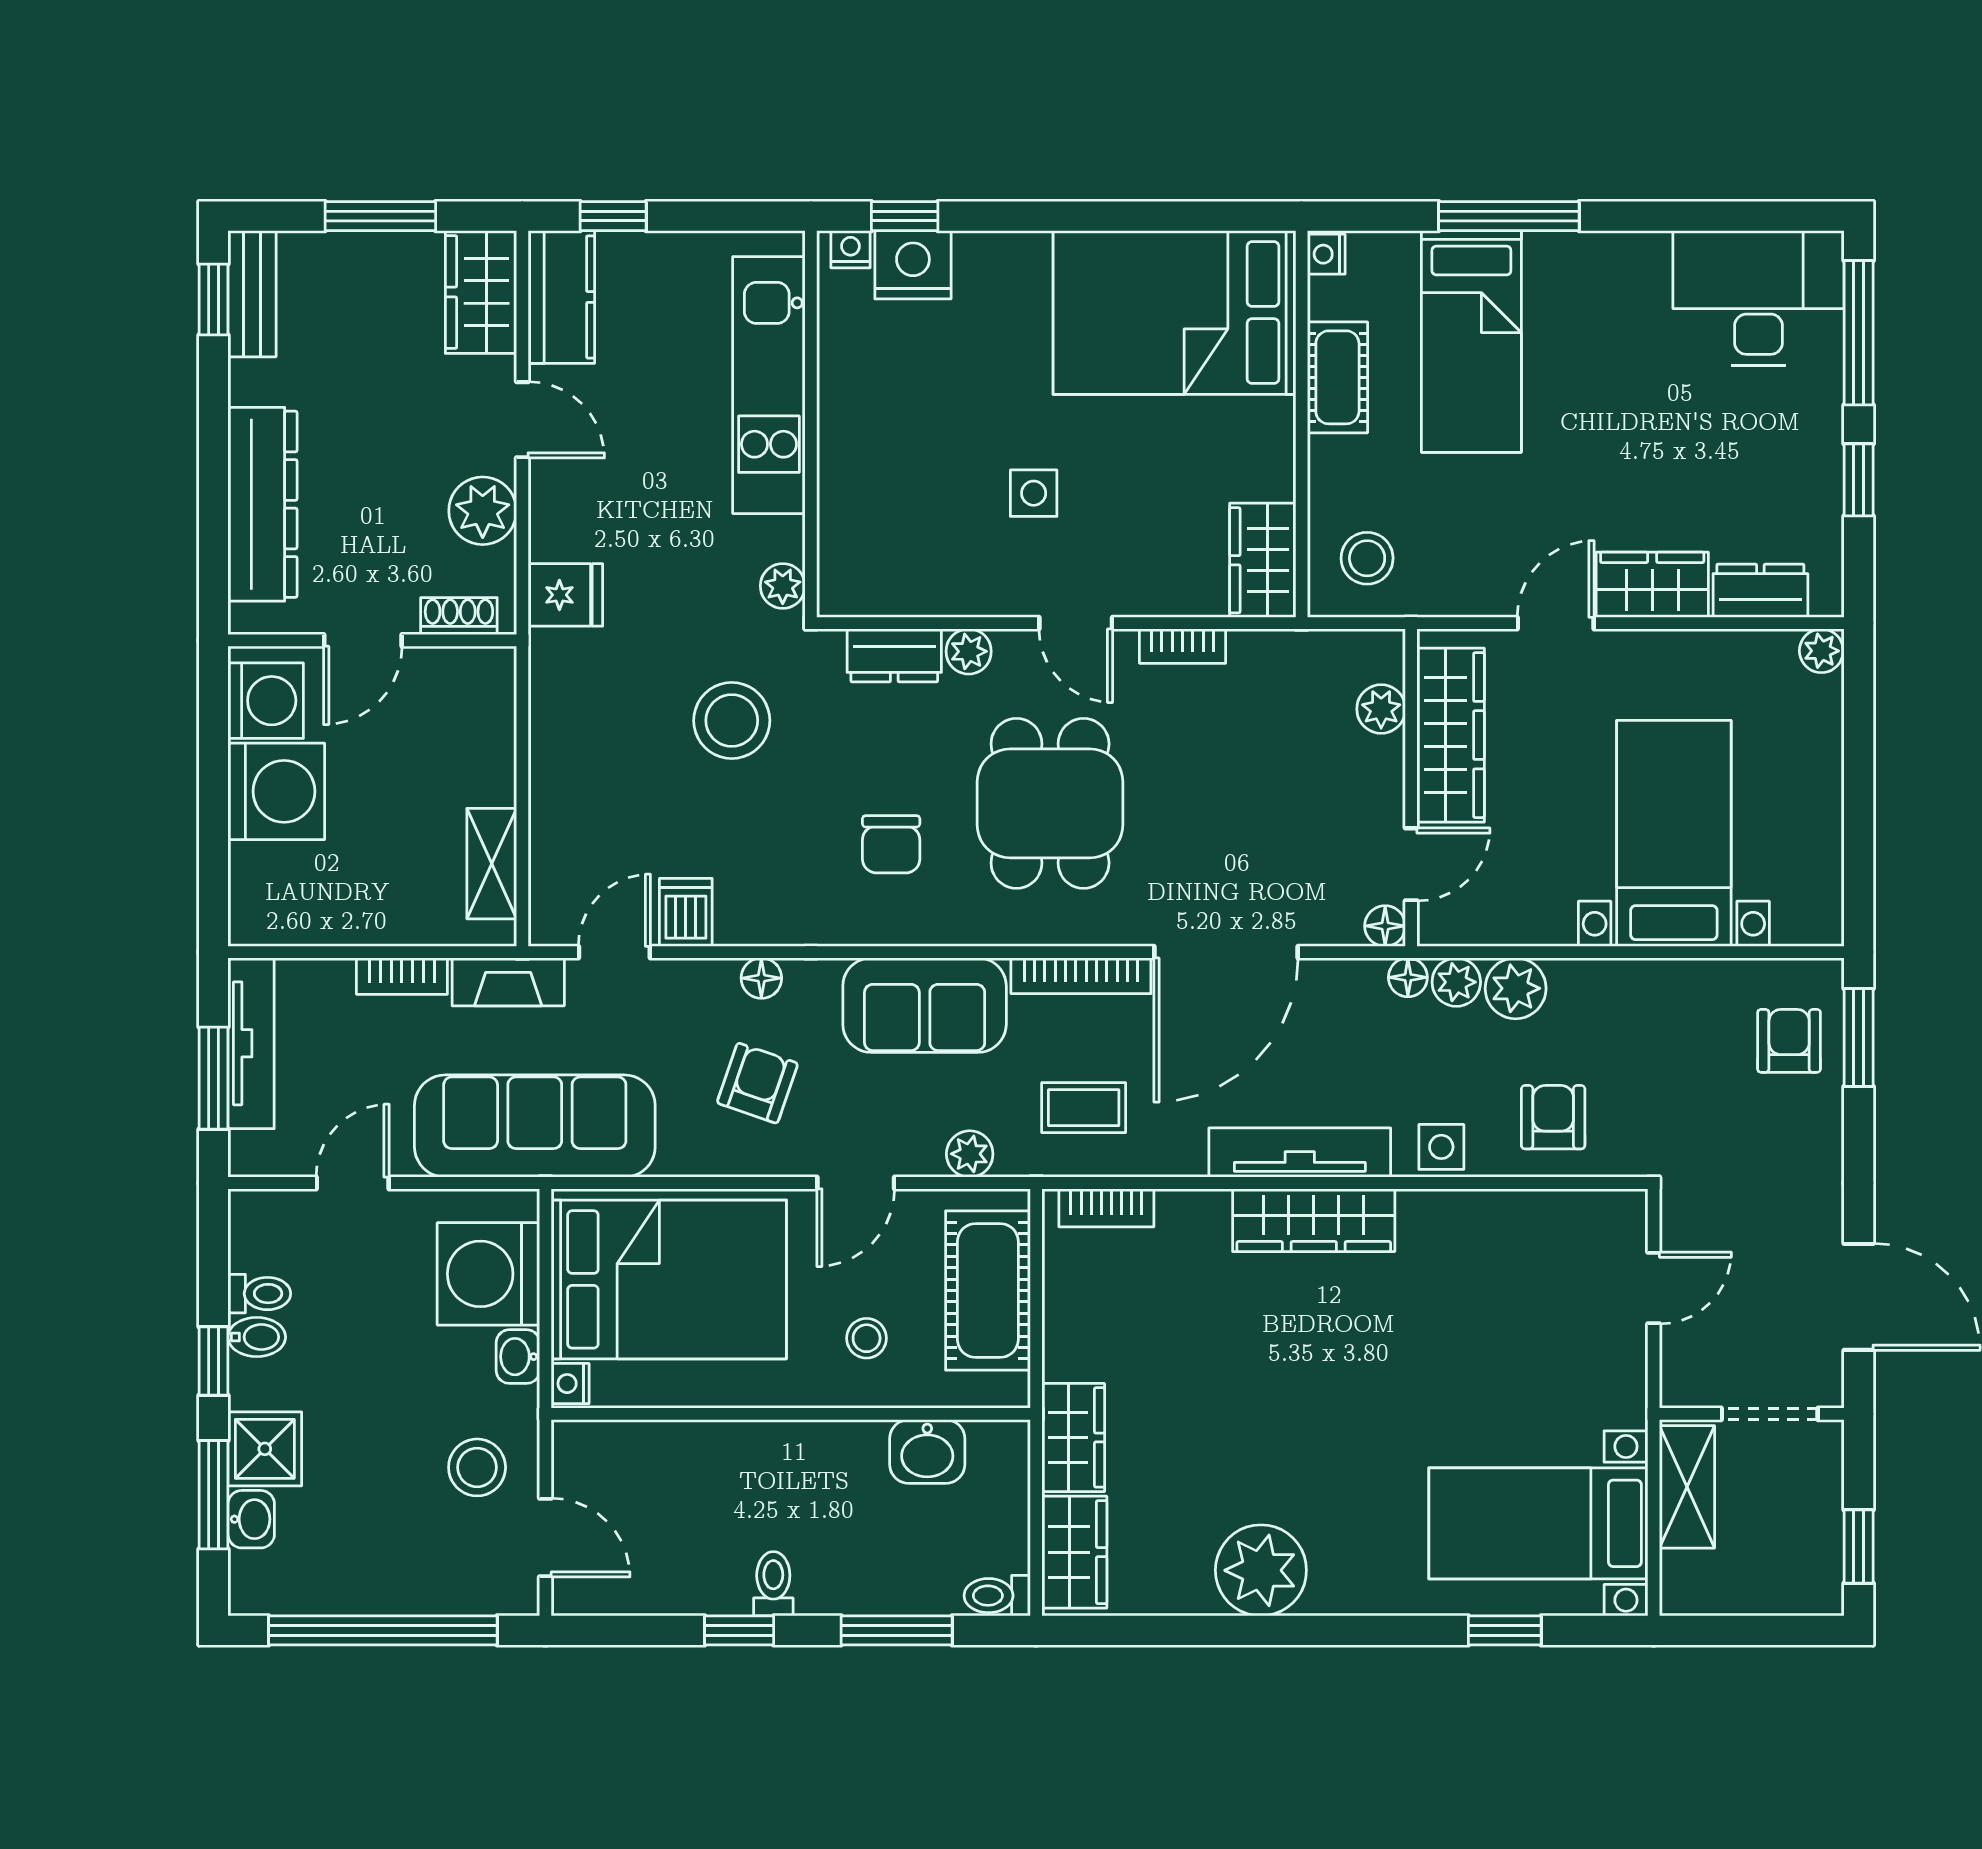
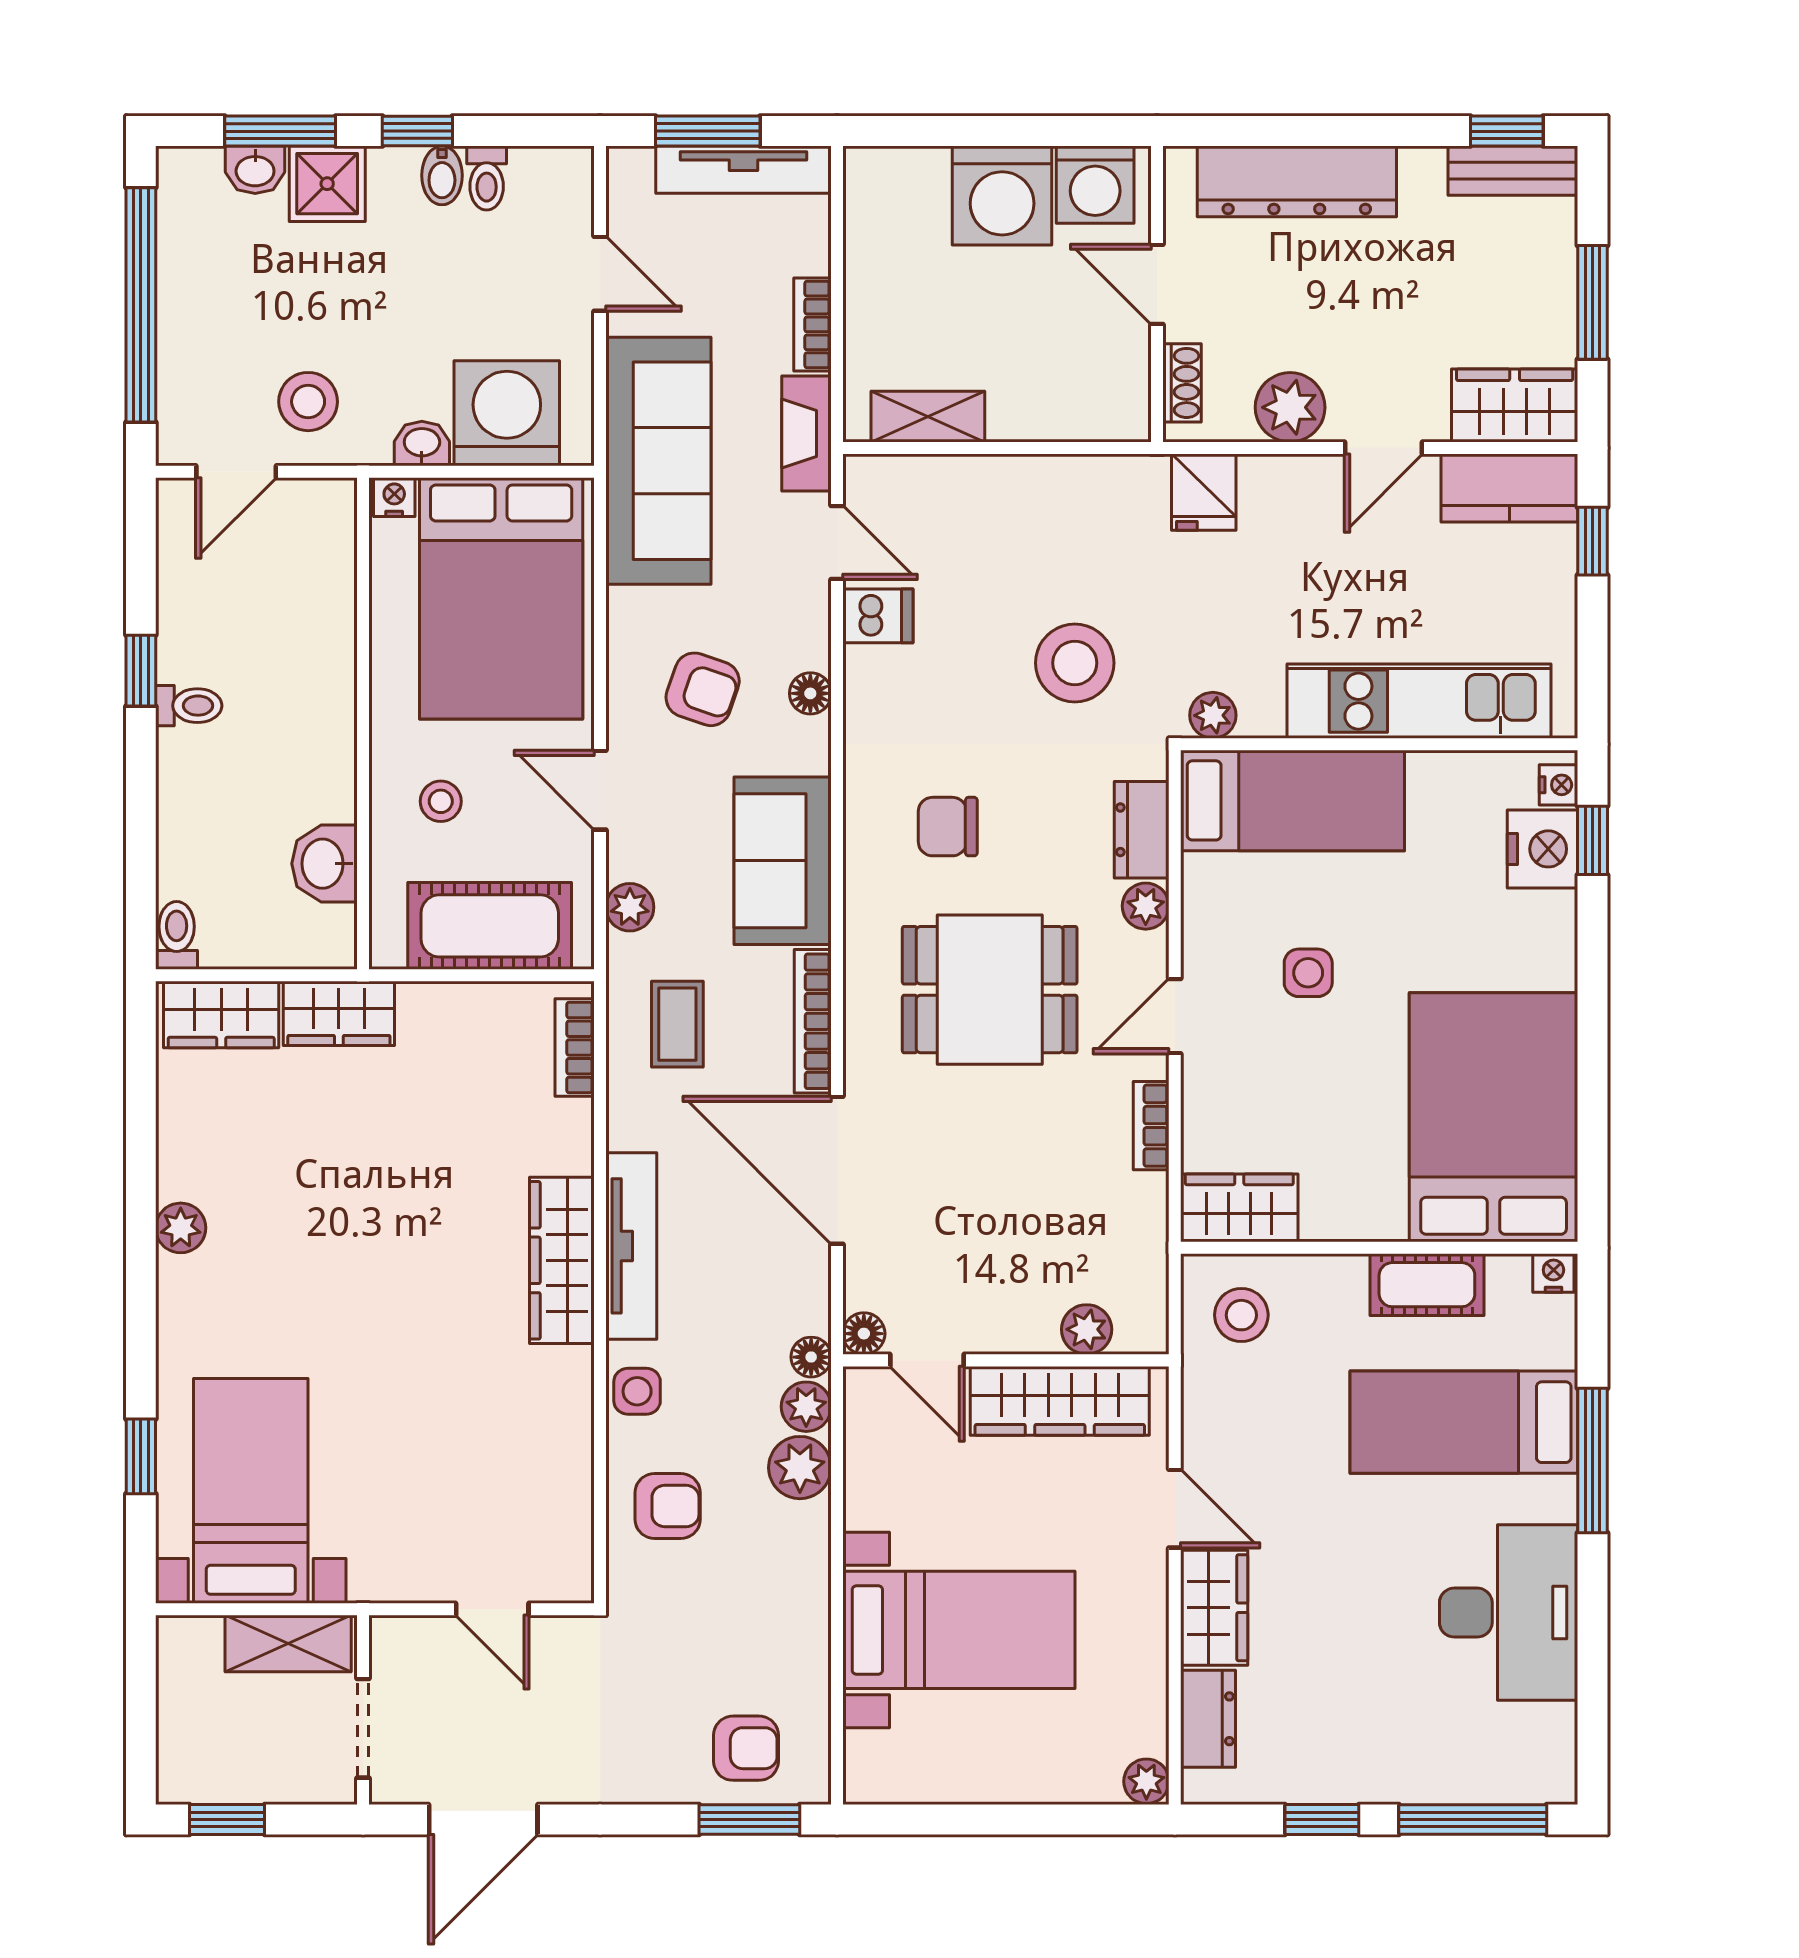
desk: (1759, 298) -> (1509, 1613), moved
bed: (866, 508) -> (1292, 800), added
plant: (1261, 1570) -> (181, 1228), width x0.53, depth x0.53
window: (897, 1630) -> (141, 832), removed

